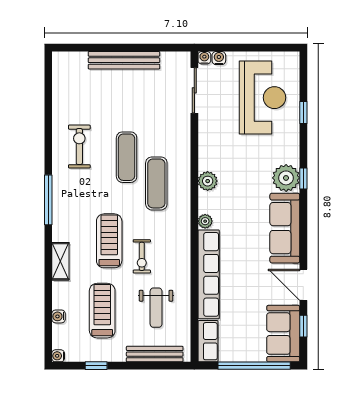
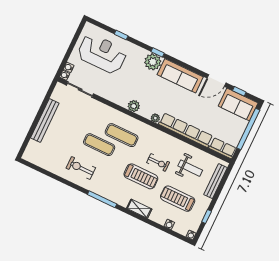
treadmill: (109, 241) -> (141, 176), turned 180

